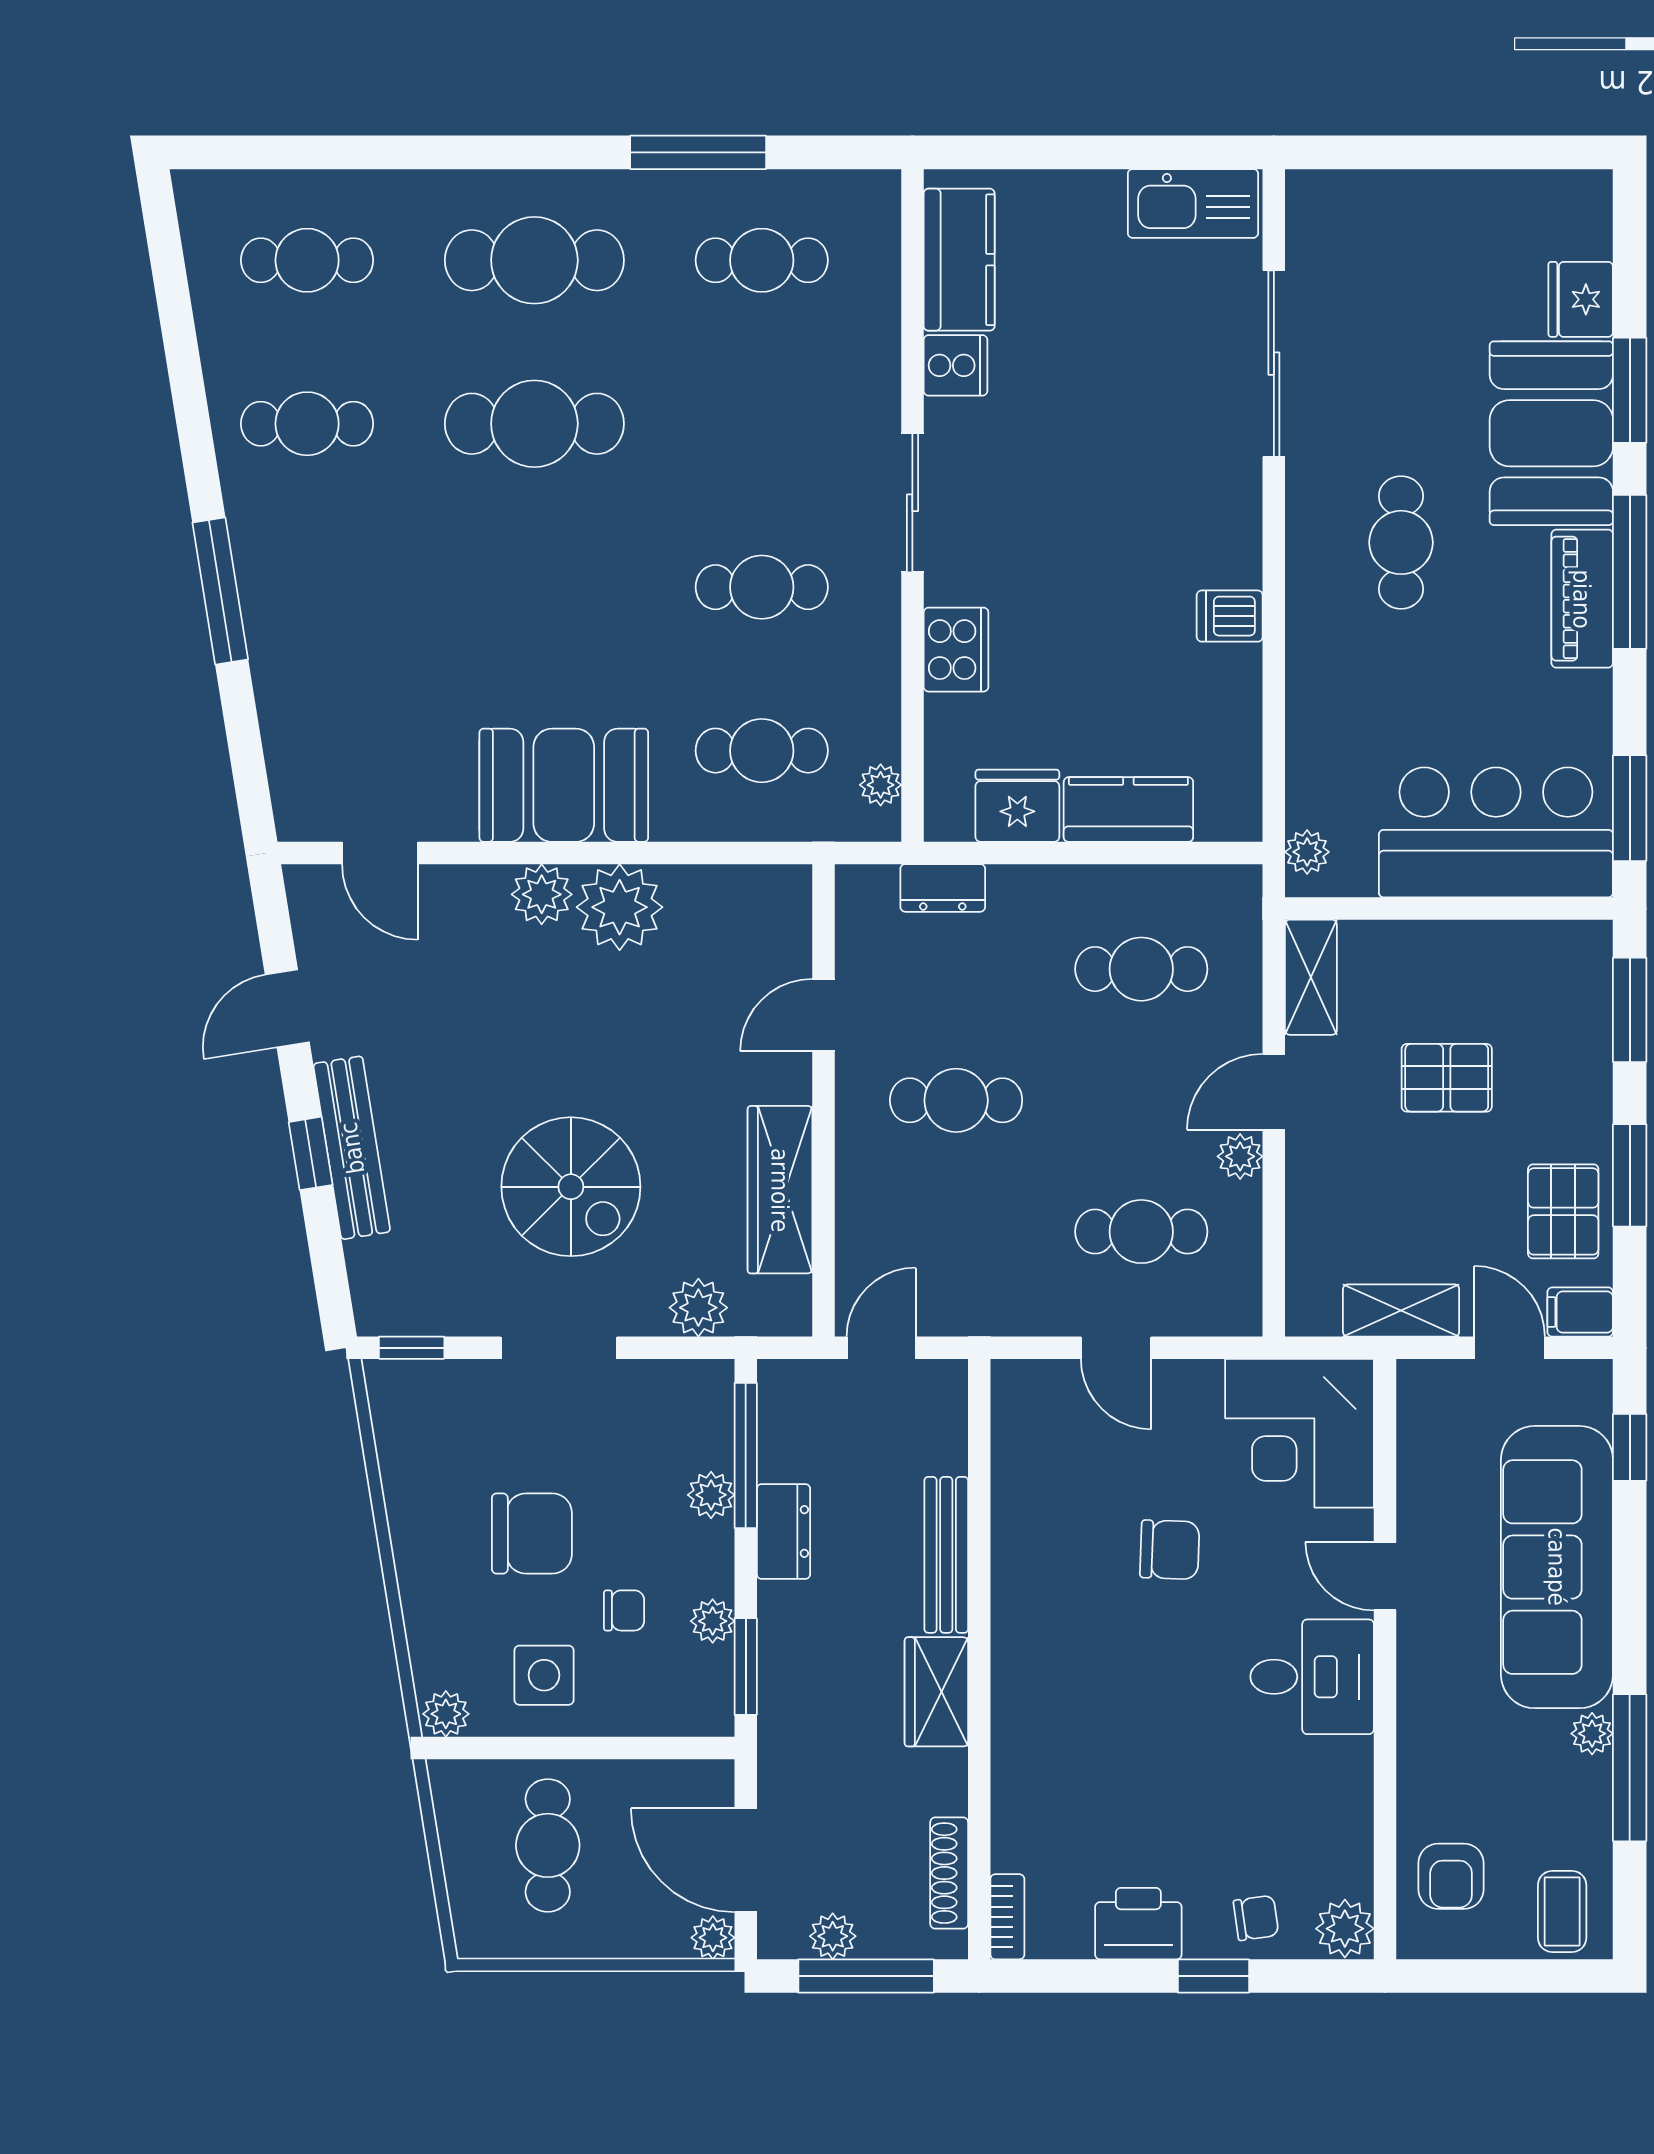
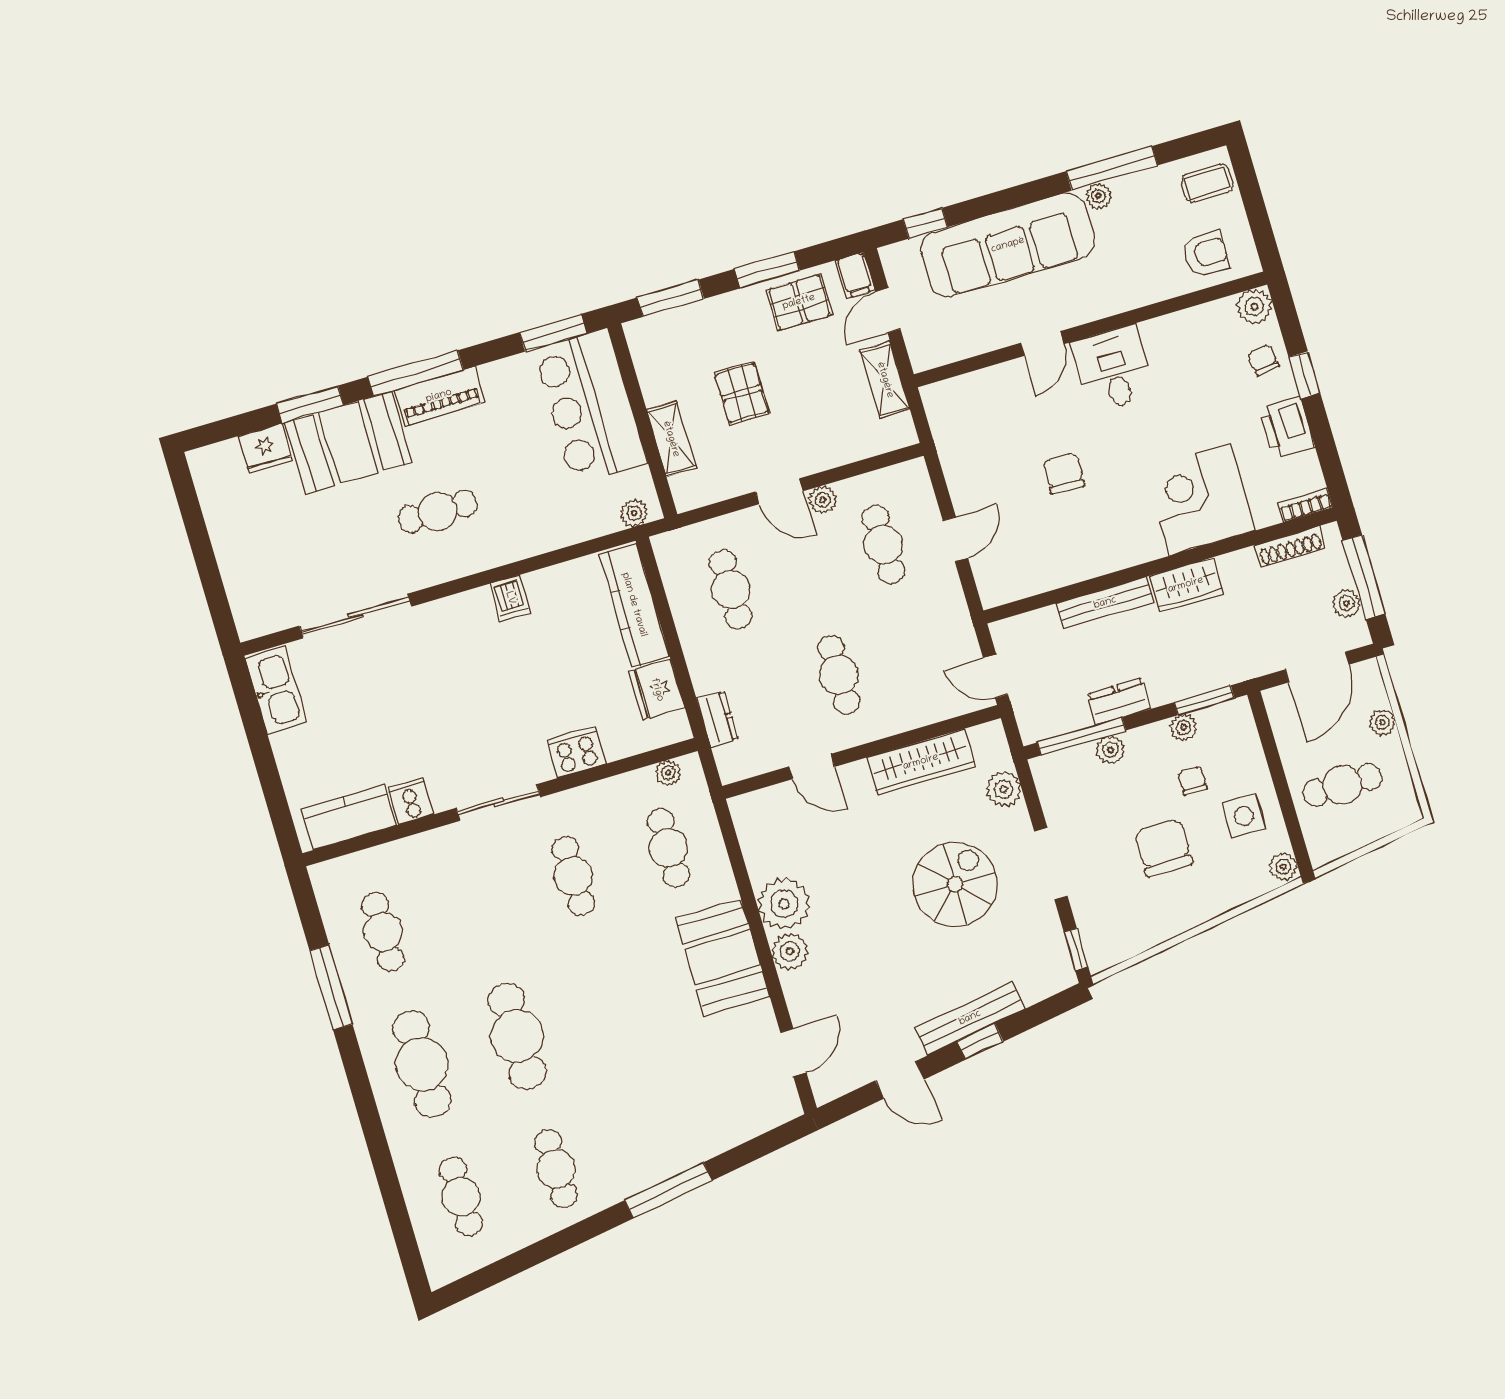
kitchen counter: (1128, 809) -> (634, 605), width x1.50
shelving: (1311, 977) -> (671, 439), moved, turned 90
corner desk: (1300, 1433) -> (1200, 500), moved, turned 180
plant: (713, 1938) -> (1382, 722), moved

